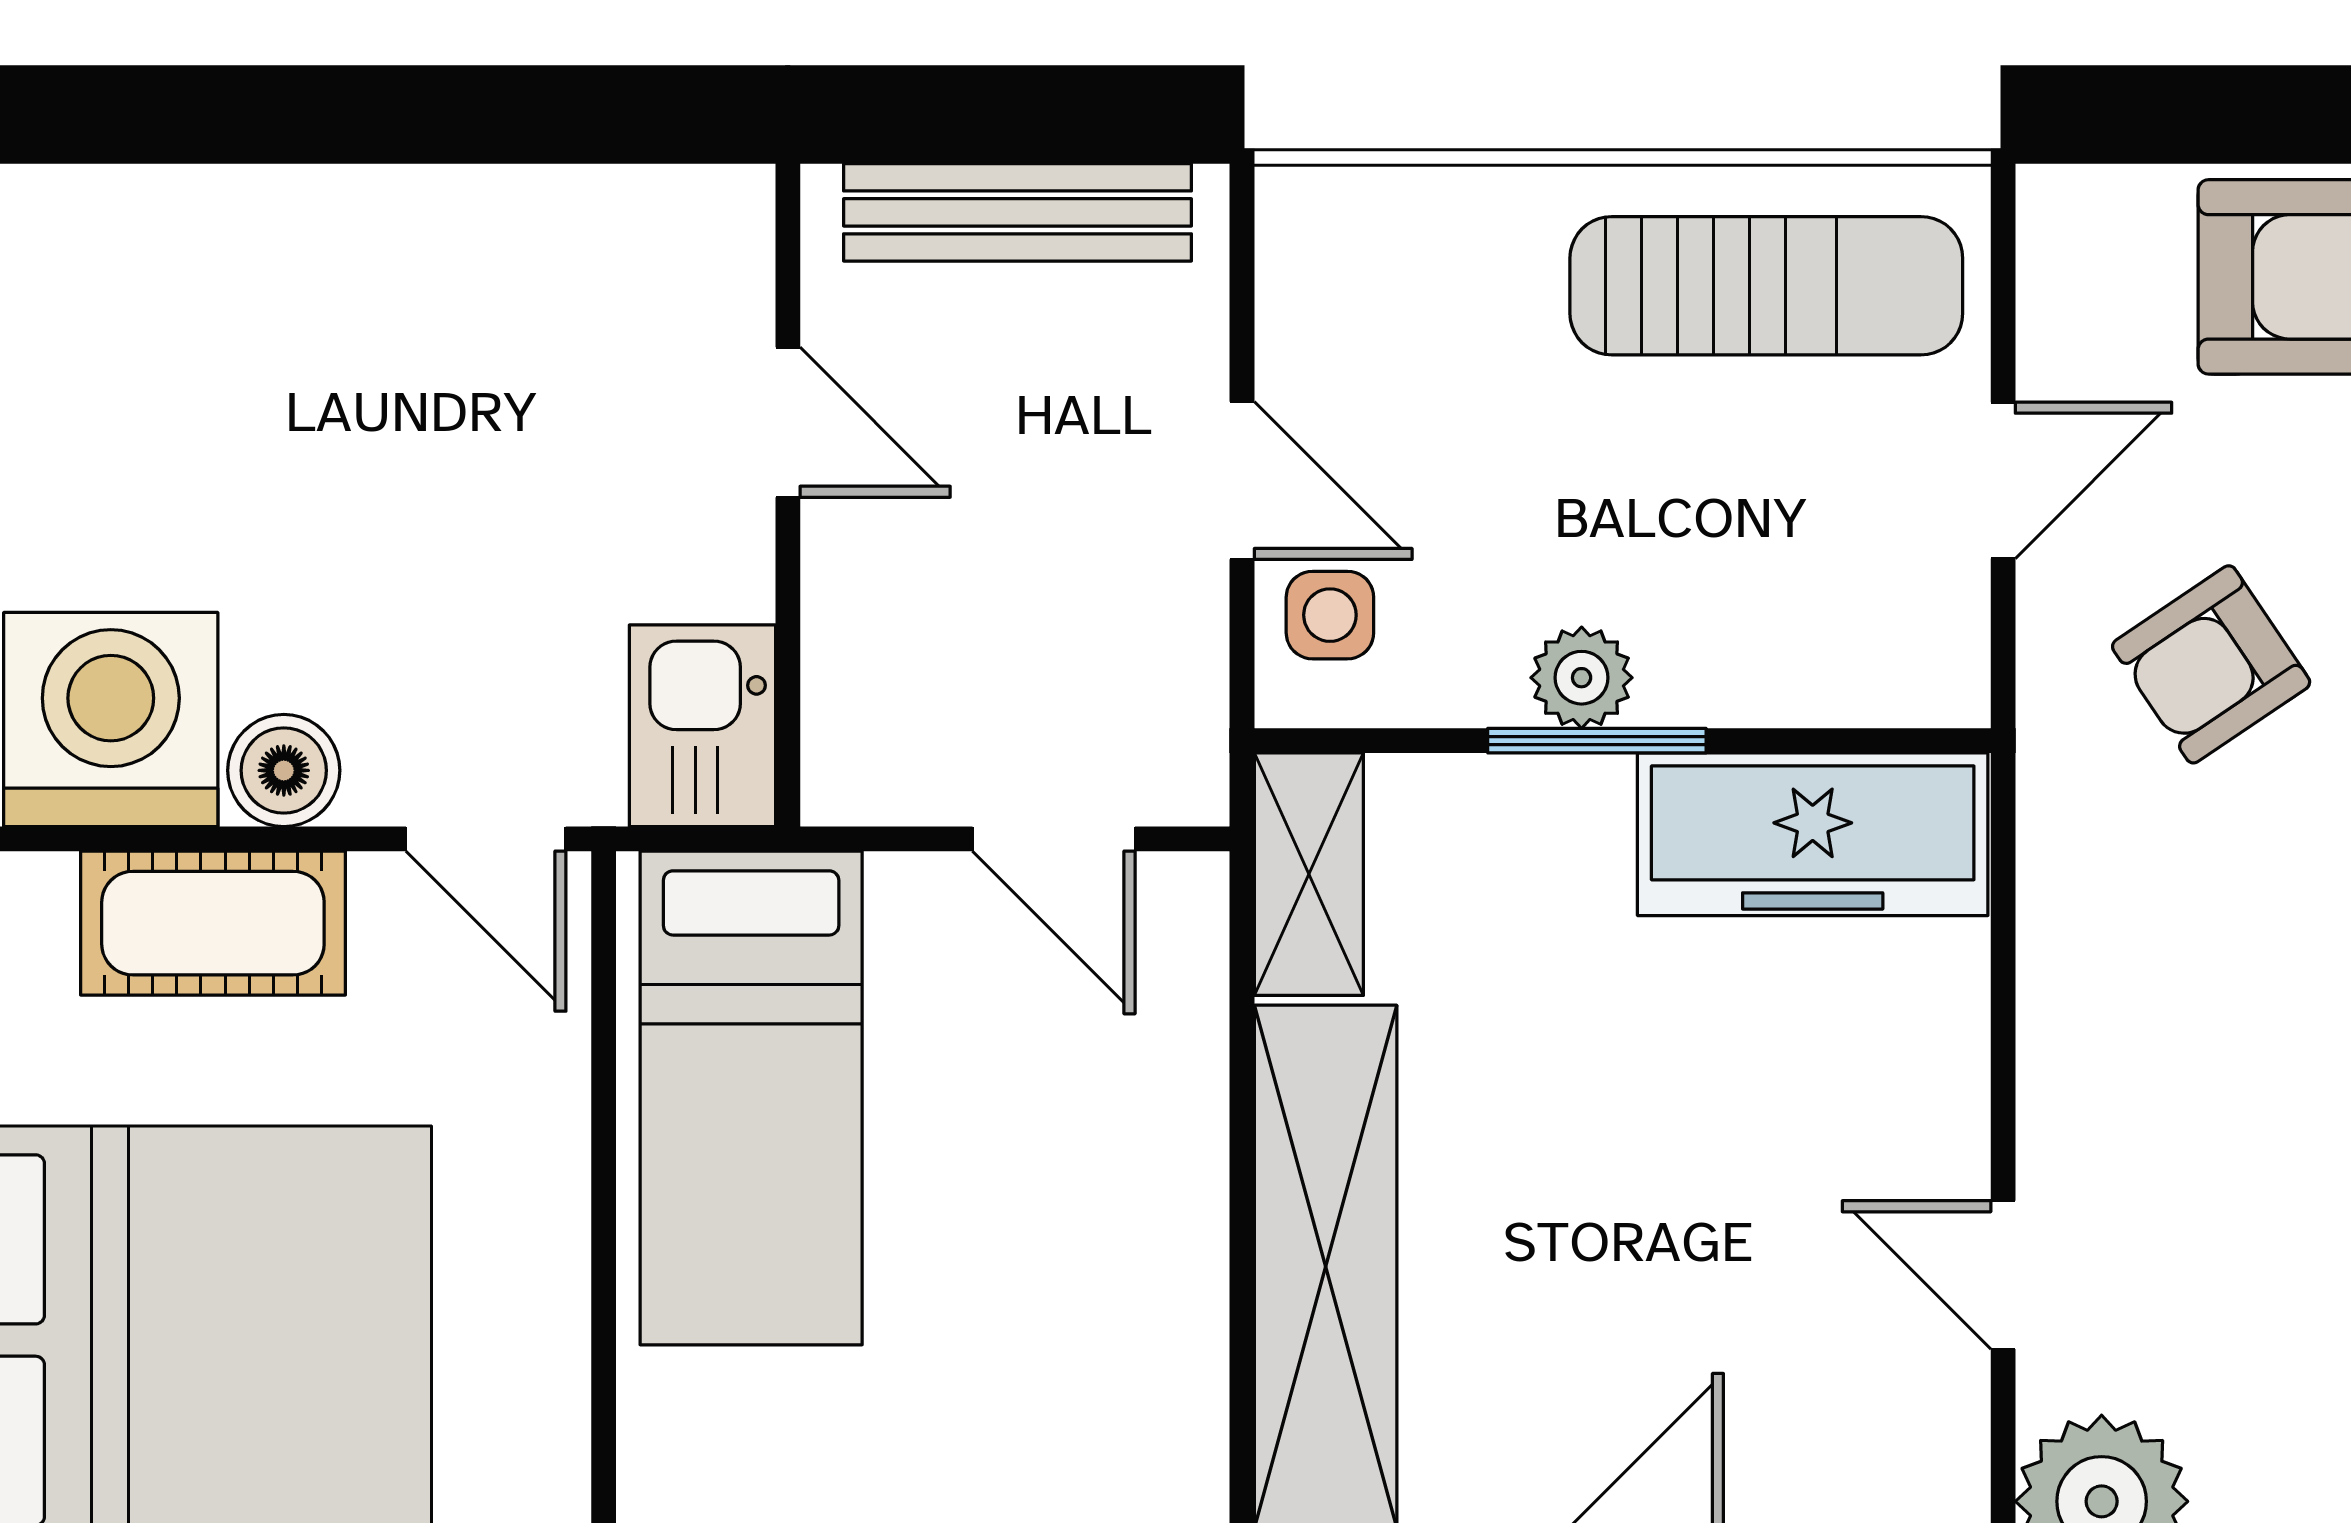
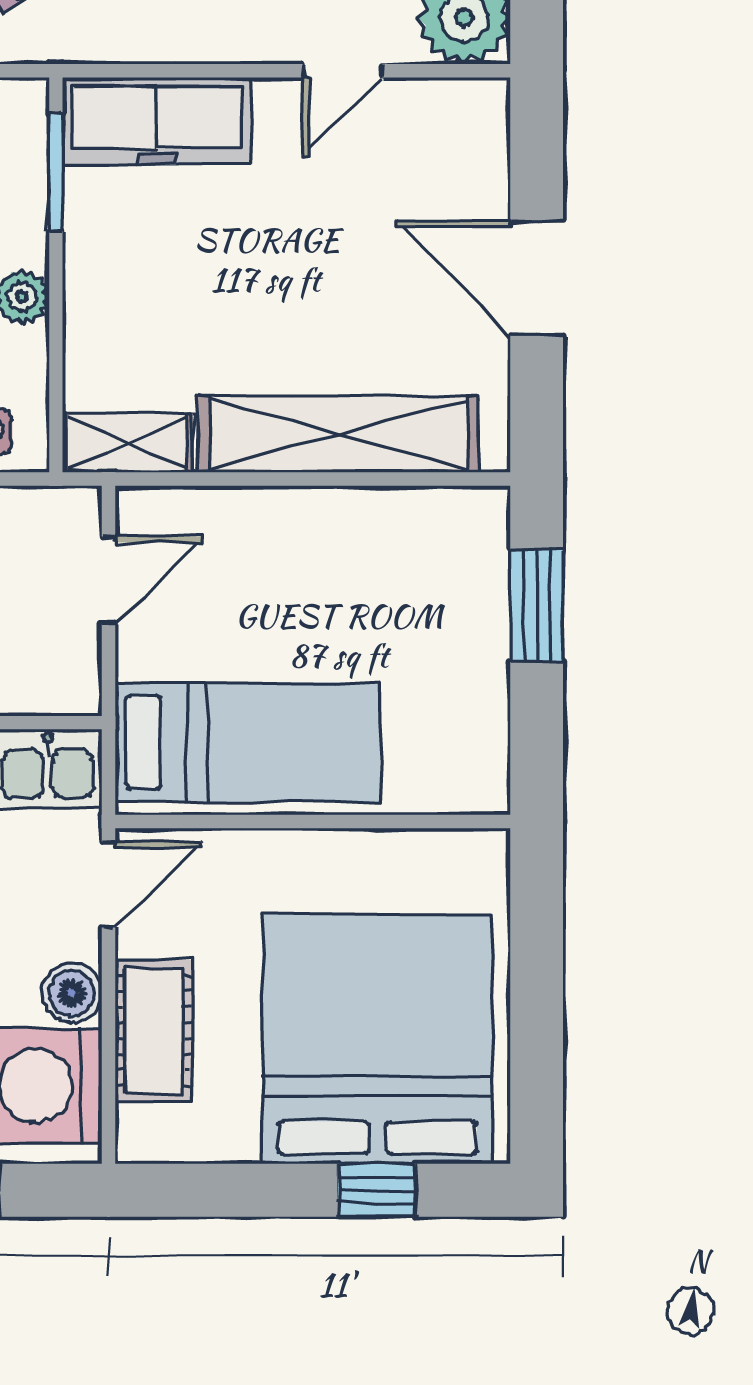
window: (1597, 741) -> (56, 173), moved
freezer: (1813, 834) -> (156, 121), moved, turned 90

